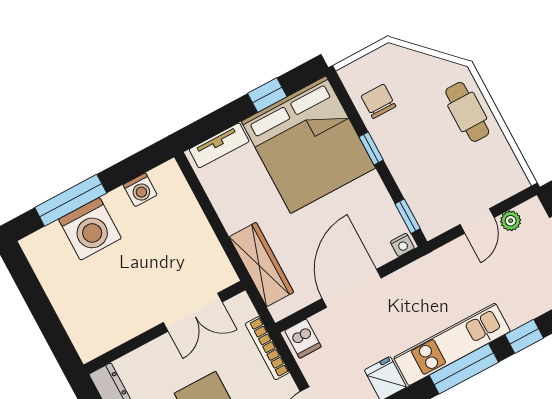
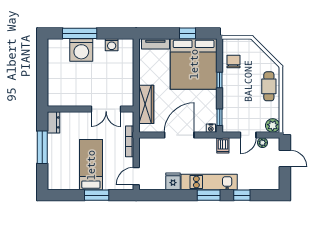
plant: (512, 180) -> (273, 126), added
dishwasher: (303, 339) -> (223, 145), moved
window: (464, 369) -> (209, 195), width x0.69

